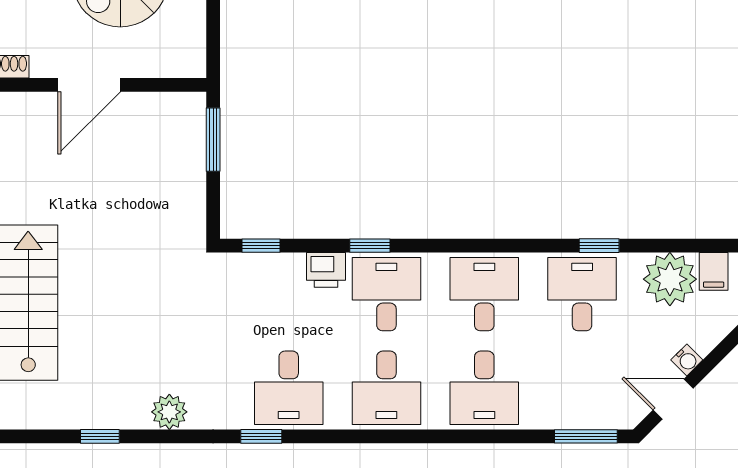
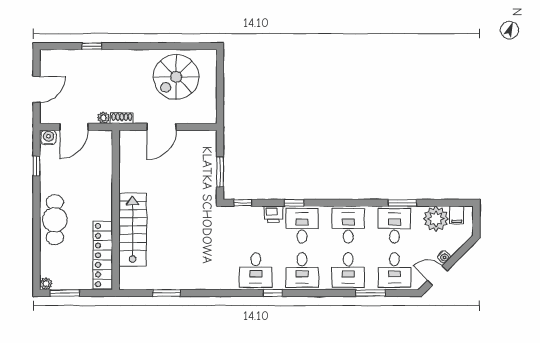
window: (213, 140) -> (220, 172), moved
window: (599, 246) -> (402, 203), width x1.50
desk: (582, 388) -> (394, 270), added
plant: (169, 412) -> (199, 281), removed
window: (100, 436) -> (166, 293), width x1.50
window: (261, 436) -> (273, 293), moved
window: (586, 436) -> (370, 293), moved

